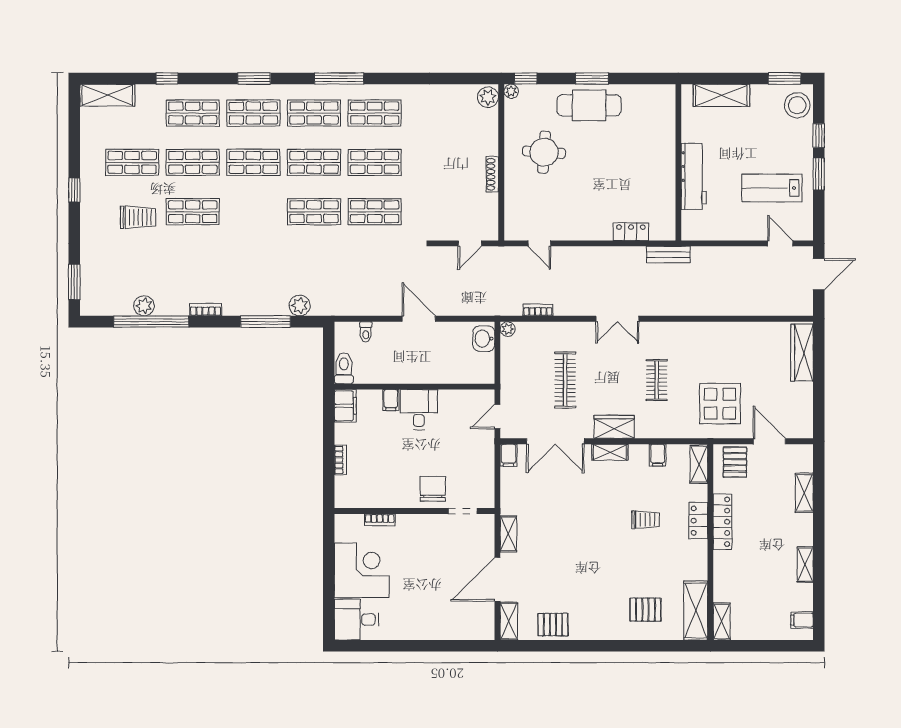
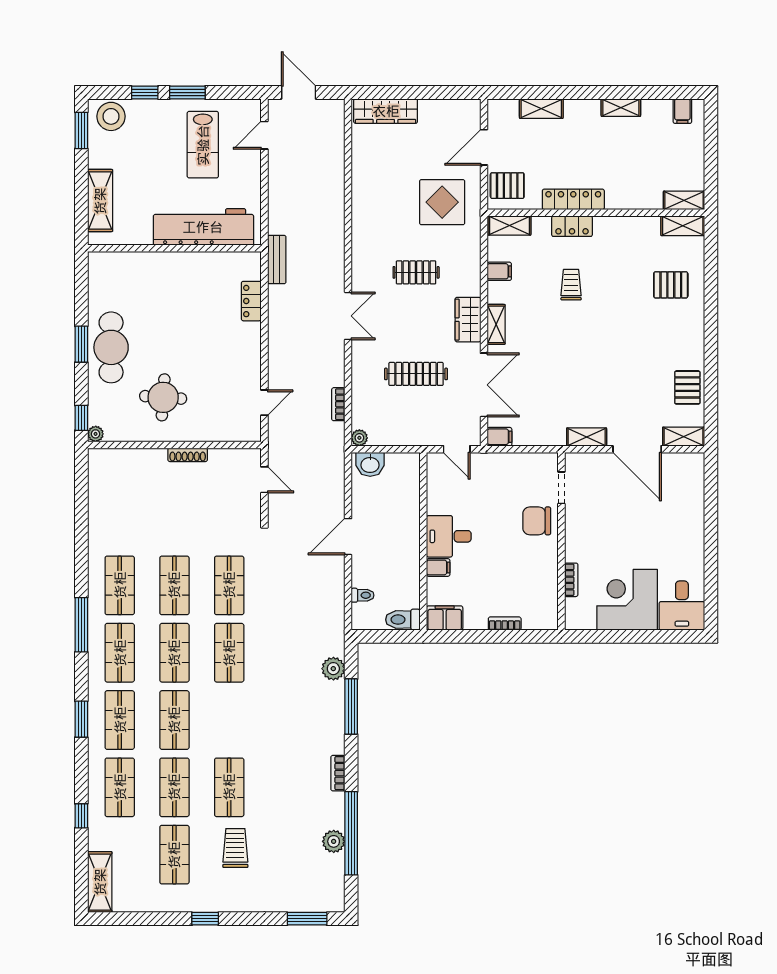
plant: (488, 97) -> (102, 460), removed
workbench: (694, 176) -> (203, 227), width x1.36, depth x1.32
pallet: (645, 610) -> (671, 285), turned 90
shelving: (696, 611) -> (683, 226), width x0.67, depth x0.75

